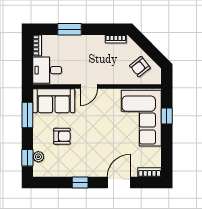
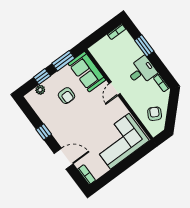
armchair: (140, 67) -> (155, 114), turned 68
desk: (47, 70) -> (142, 71), moved, turned 90
door: (89, 87) -> (115, 89), hinge flipped
window: (167, 116) -> (134, 158), removed
window: (27, 158) -> (42, 77), moved

